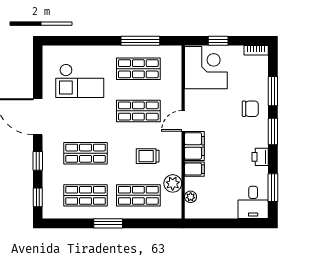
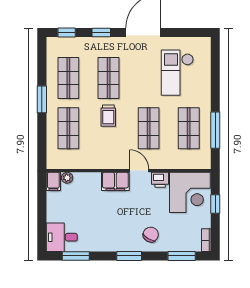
window: (273, 91) -> (182, 256), moved
chair: (250, 109) -> (151, 235), turned -150
trolley: (148, 156) -> (108, 116), moved, turned 180
printer: (260, 157) -> (160, 180), moved, turned 180
filing cabinet: (194, 169) -> (53, 181), moved
plant: (173, 183) -> (80, 161), removed

